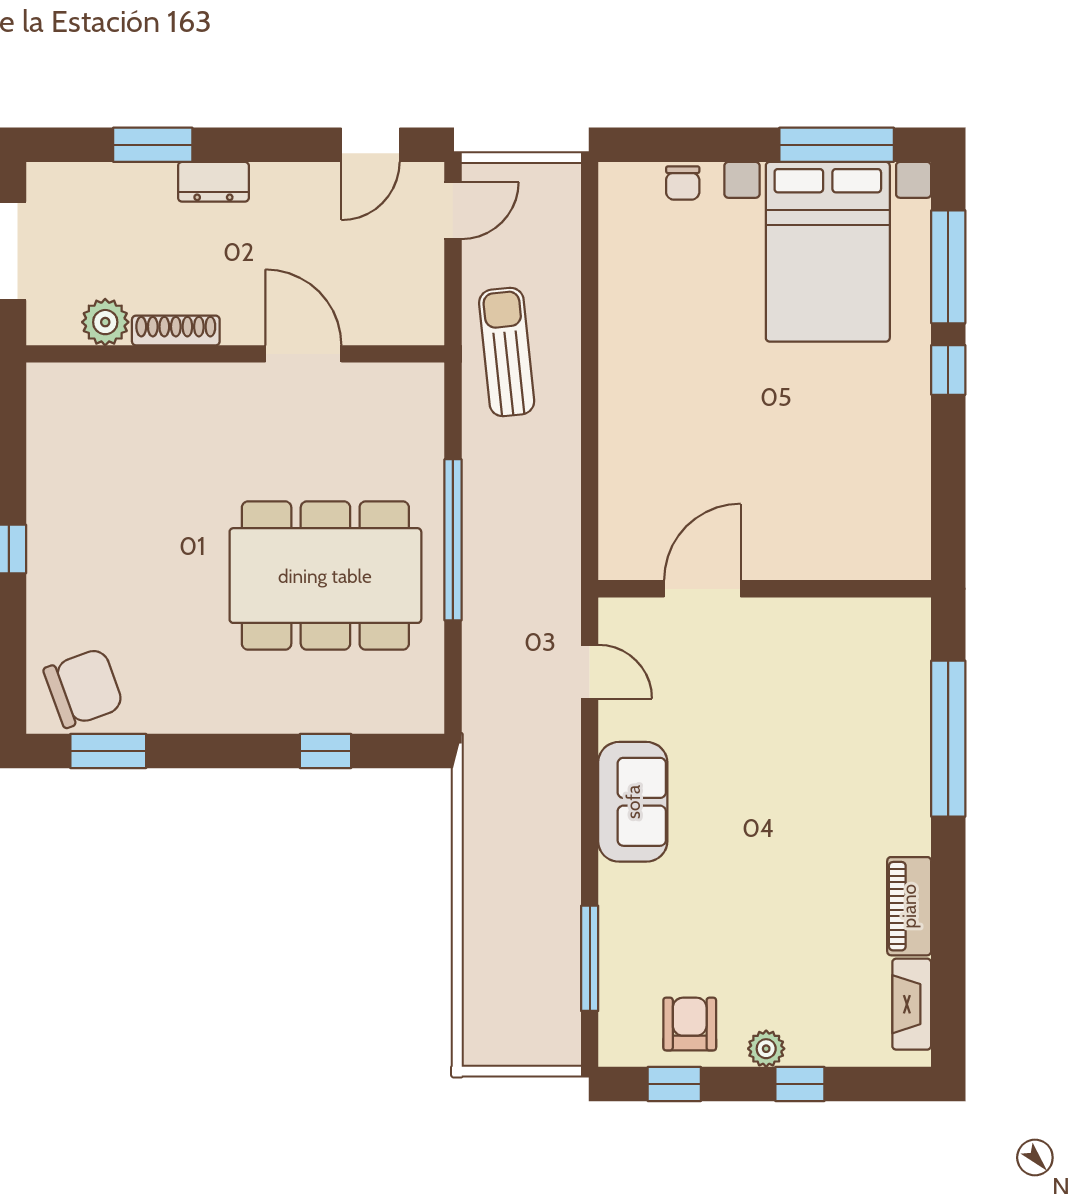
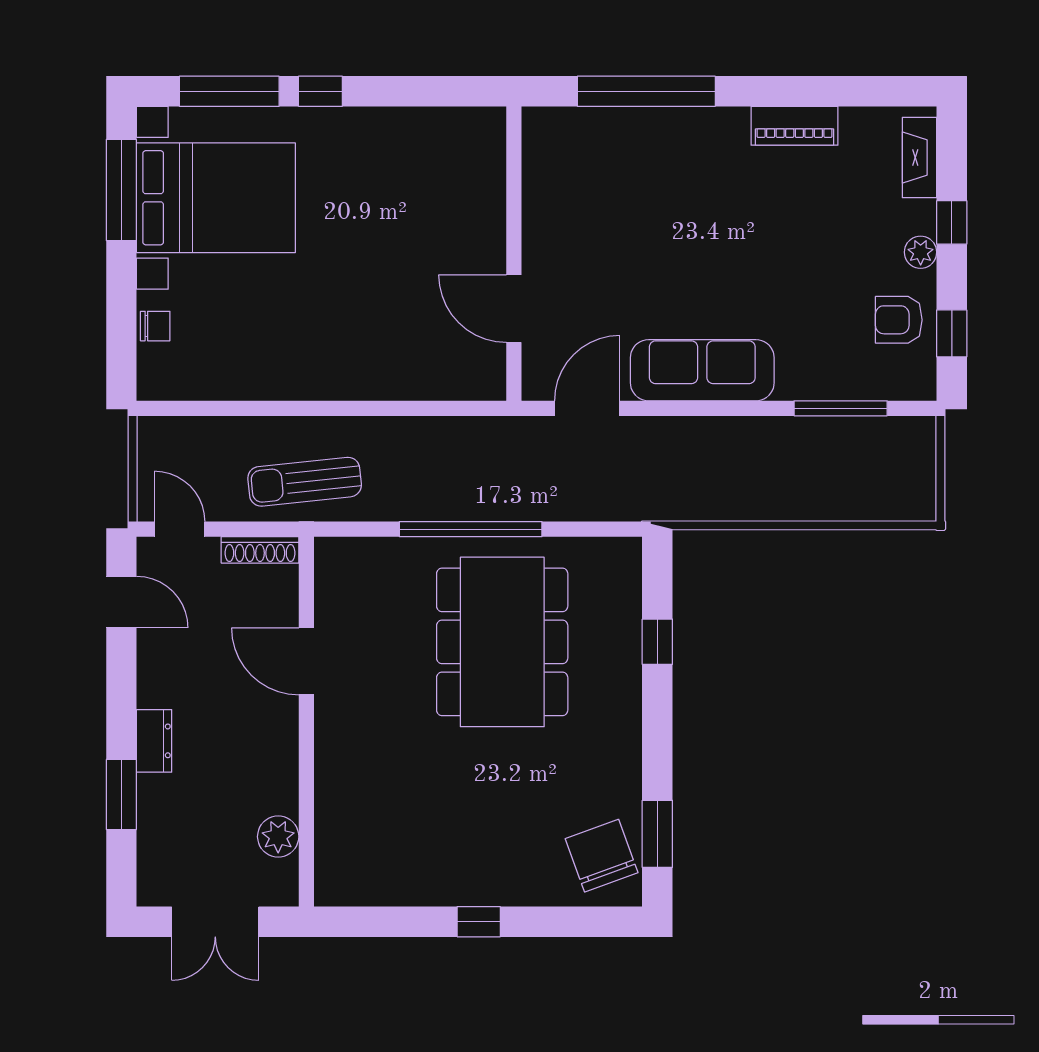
shoe rack: (176, 331) -> (260, 550), moved, turned -90
door: (303, 354) -> (306, 661), hinge flipped
door: (590, 672) -> (587, 408), width x1.38
sofa: (633, 802) -> (702, 370), width x1.36
fireplace: (912, 1004) -> (919, 158), moved, turned 90

